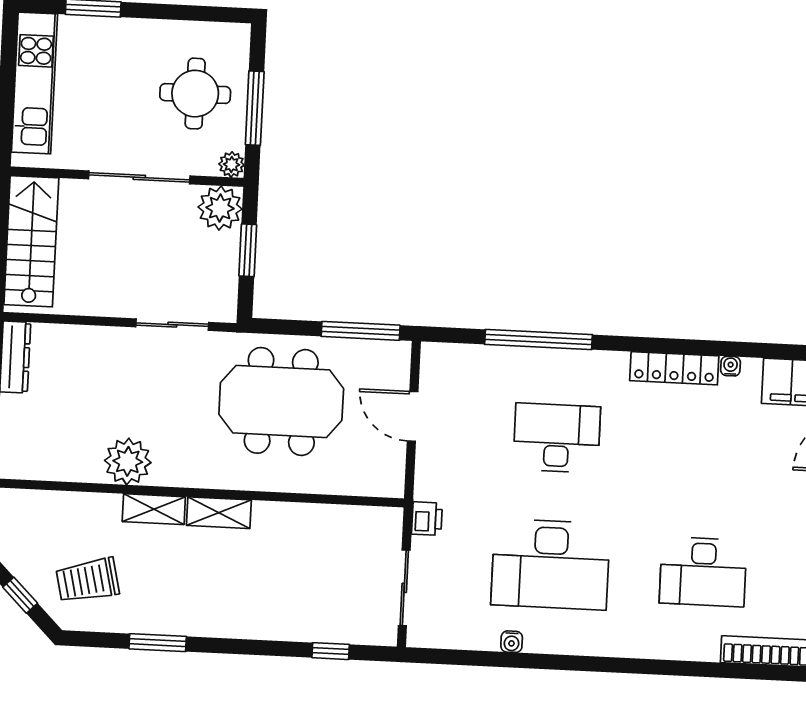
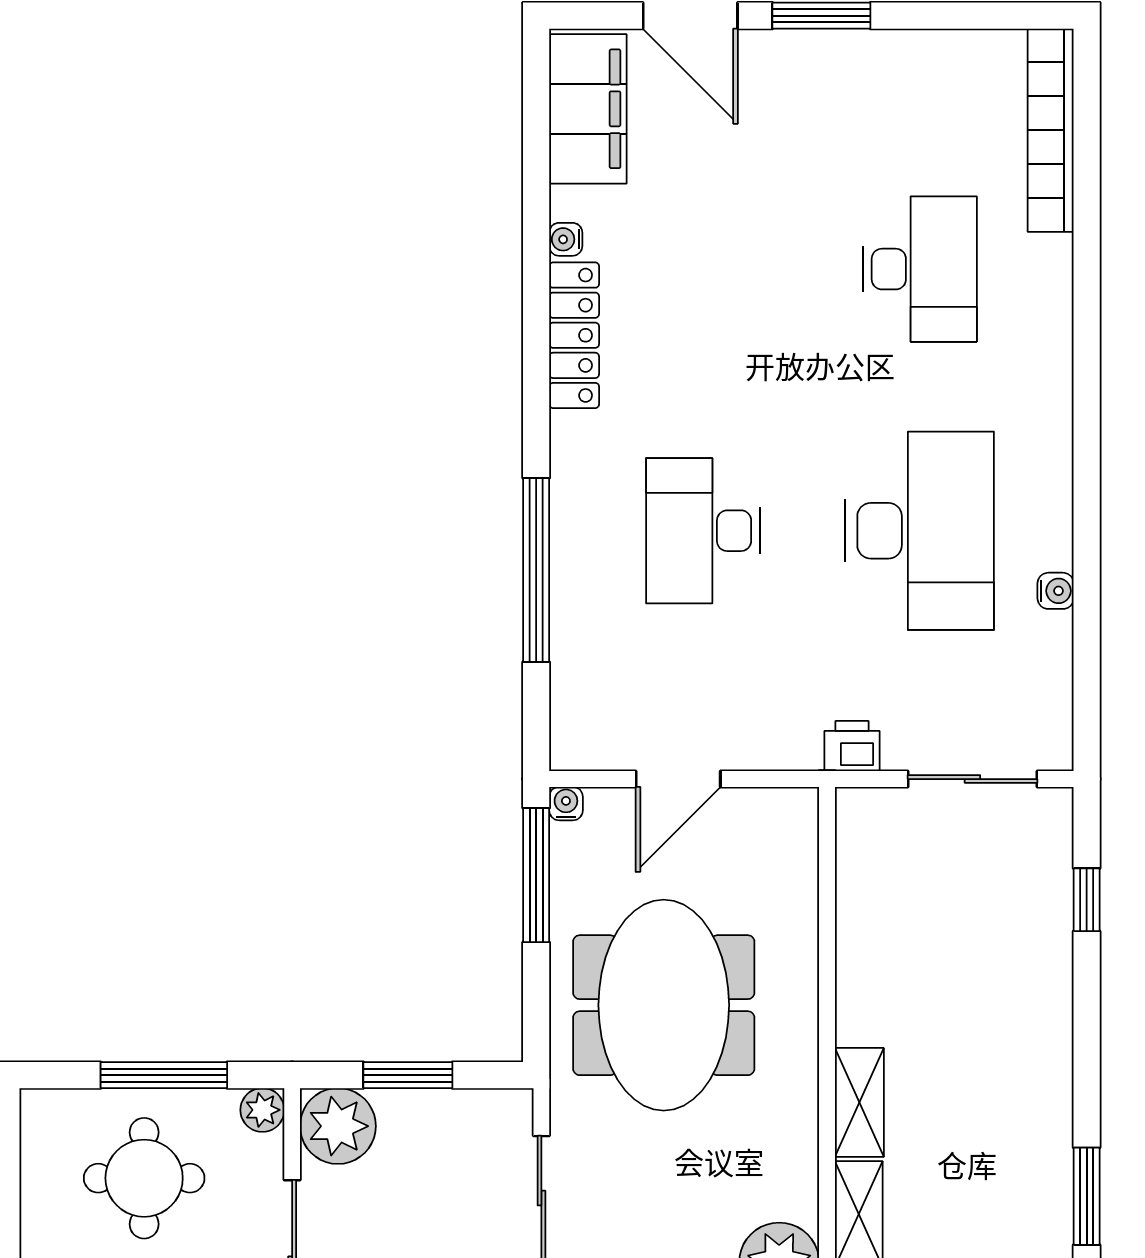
water cooler: (402, 350) -> (566, 804), added

